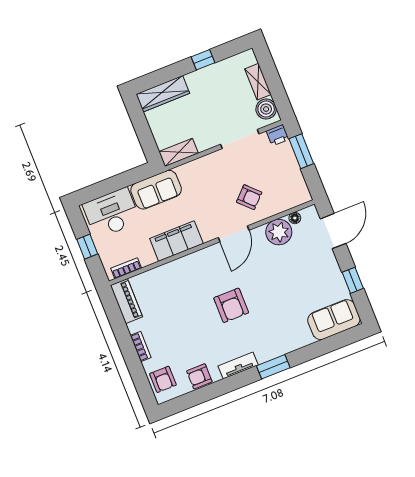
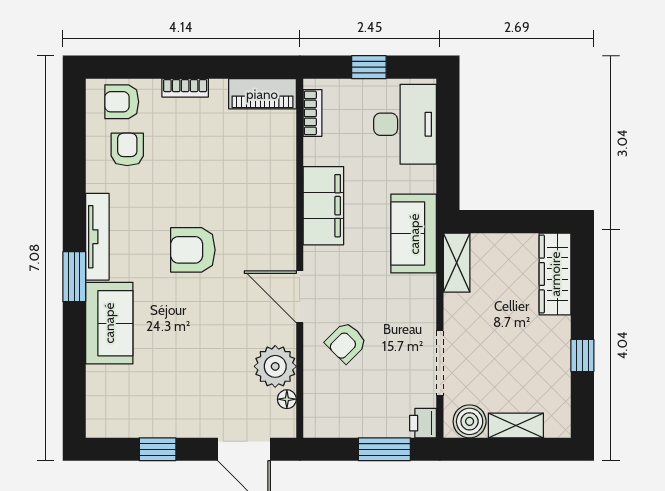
sofa: (156, 190) -> (414, 234), moved
sofa: (334, 320) -> (109, 323), moved
tv unit: (238, 365) -> (97, 237), width x1.41
armchair: (199, 376) -> (127, 149), moved

